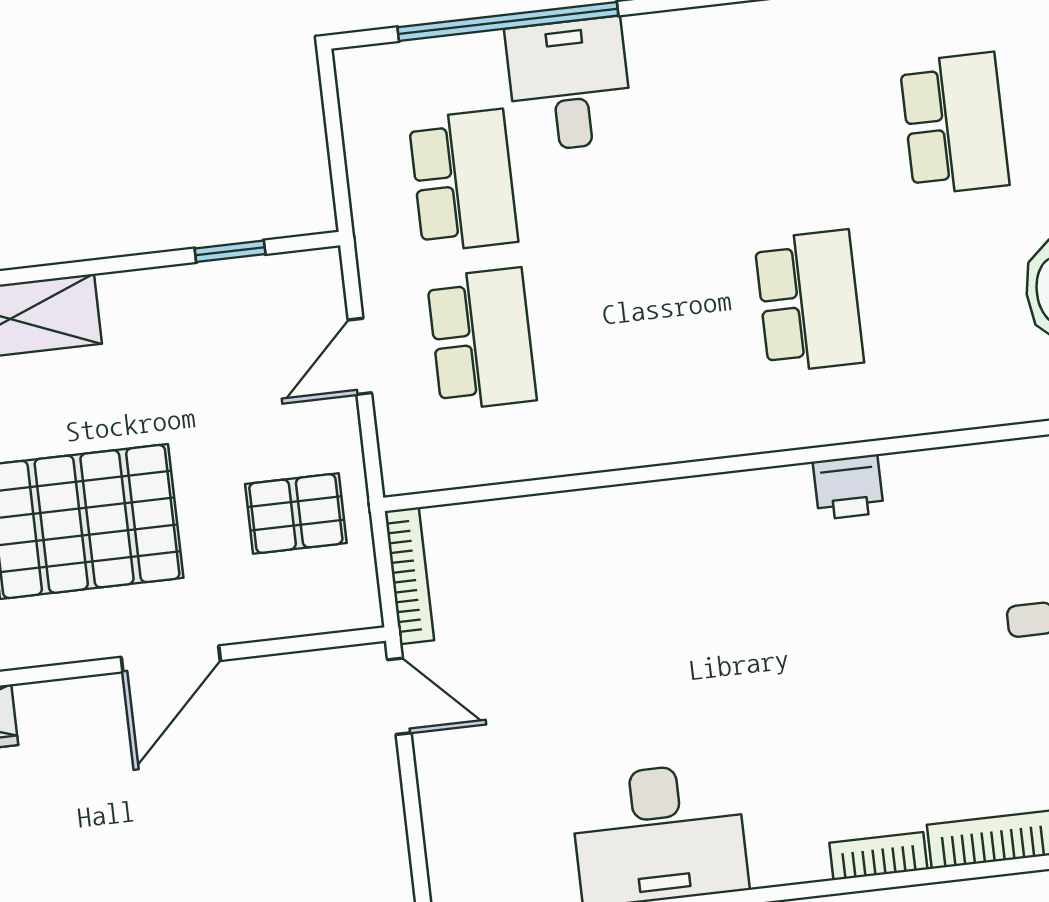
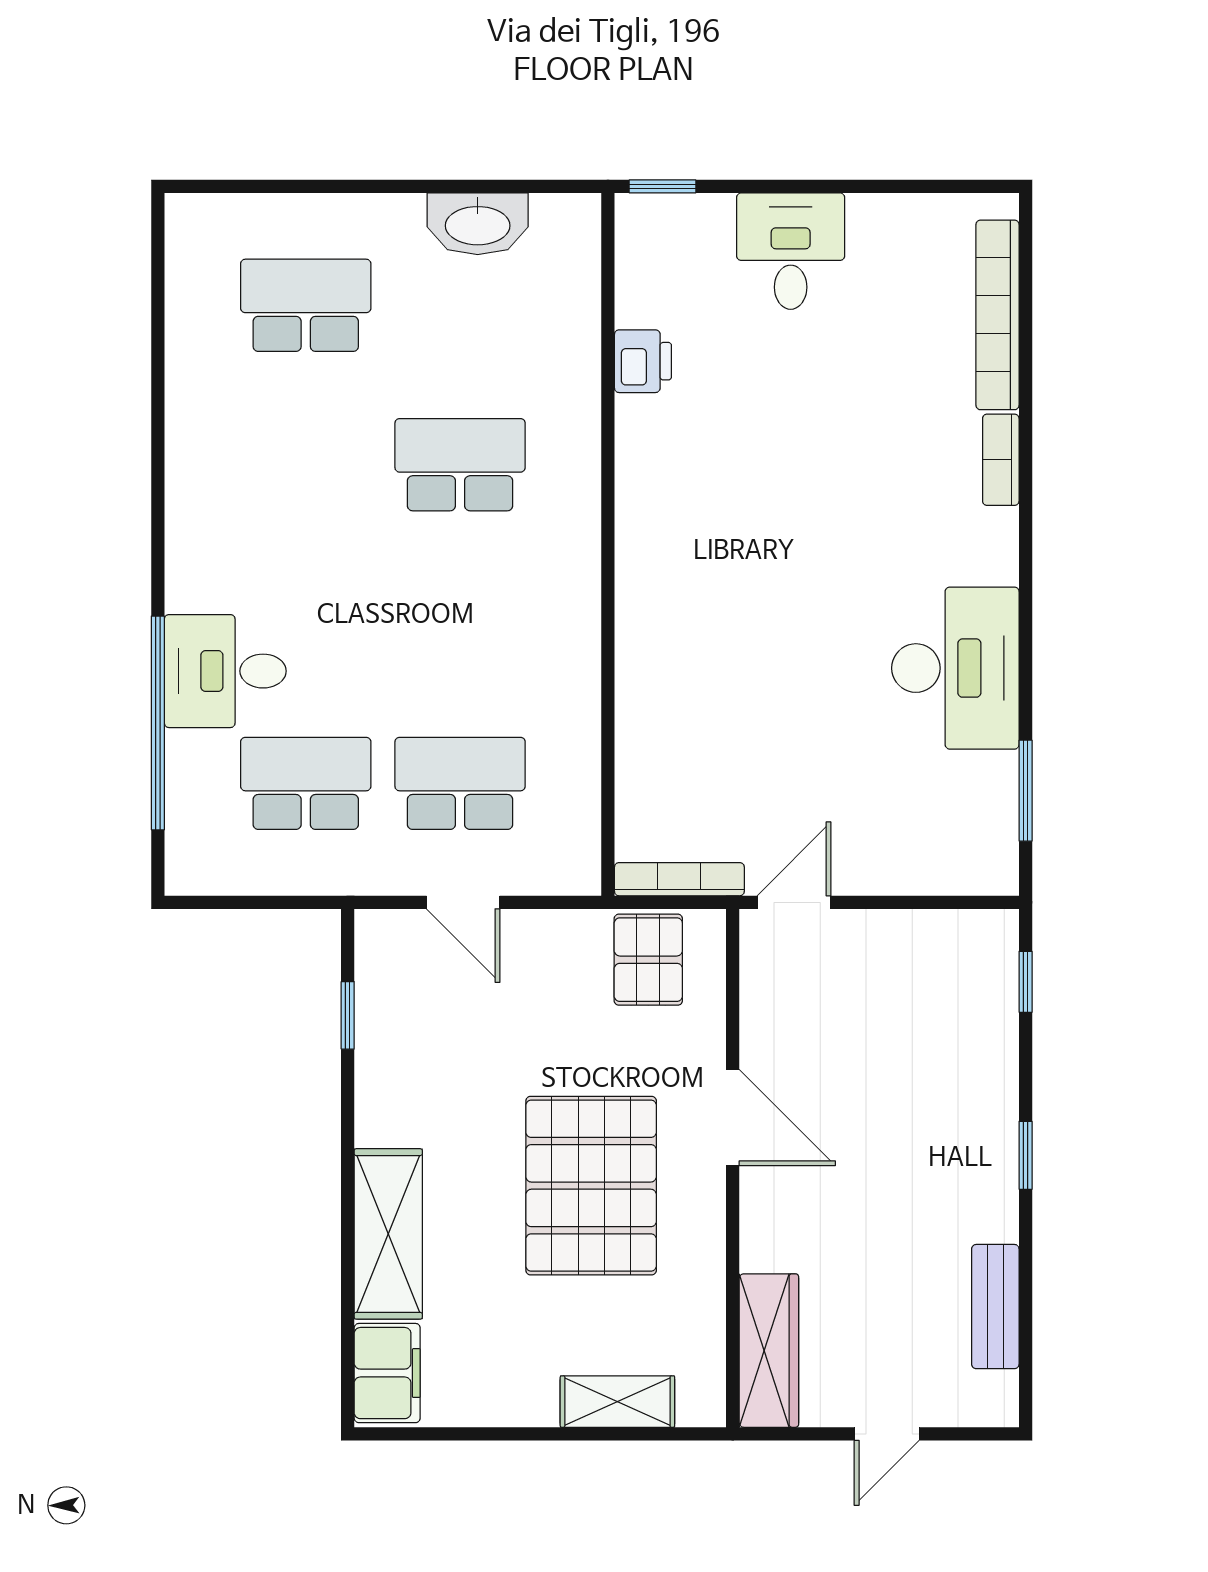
printer: (848, 487) -> (643, 361), moved
pallet: (296, 514) -> (648, 960), moved

